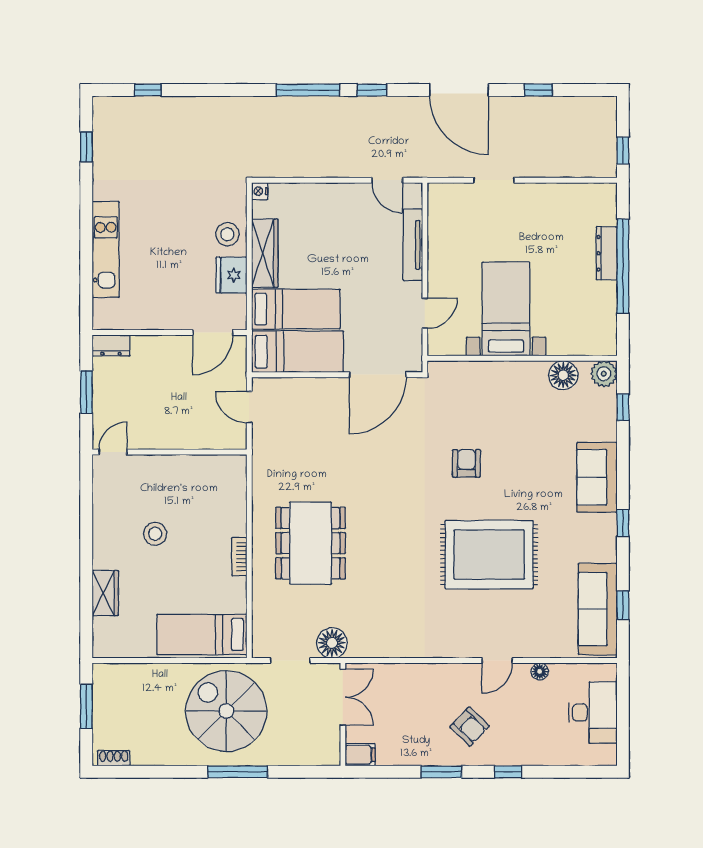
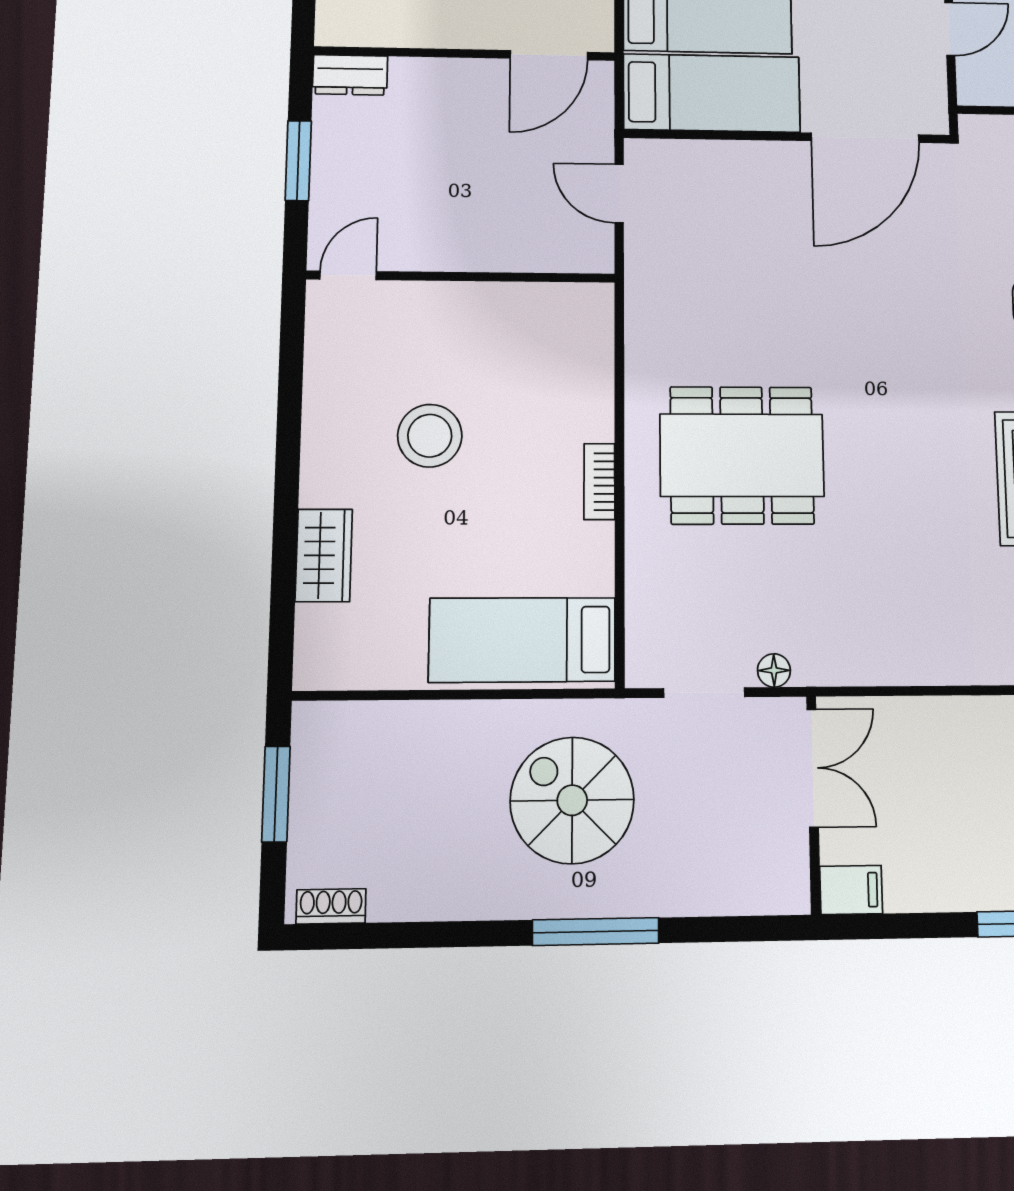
stool: (155, 534) -> (430, 436), width x1.38, depth x1.38
dining table: (311, 543) -> (742, 455), turned 90
floor lamp: (332, 643) -> (774, 670), width x0.53, depth x0.53
spiral stairs: (226, 711) -> (572, 800), width x0.73, depth x0.73

